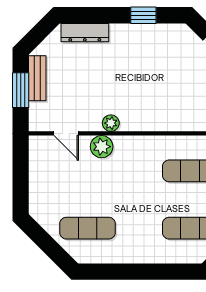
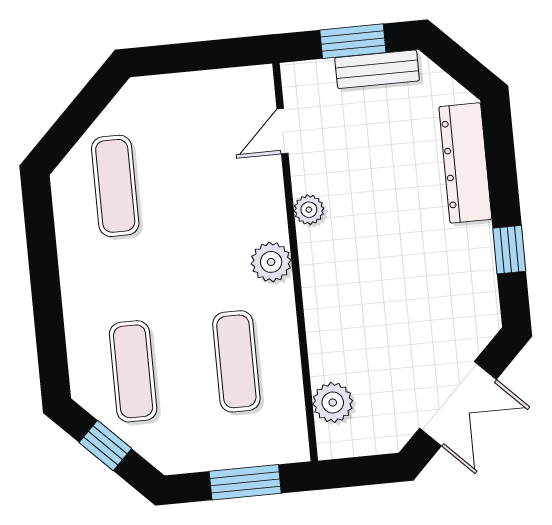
dresser: (85, 33) -> (465, 163), width x1.37, depth x1.24
plant: (102, 147) -> (271, 262), moved

